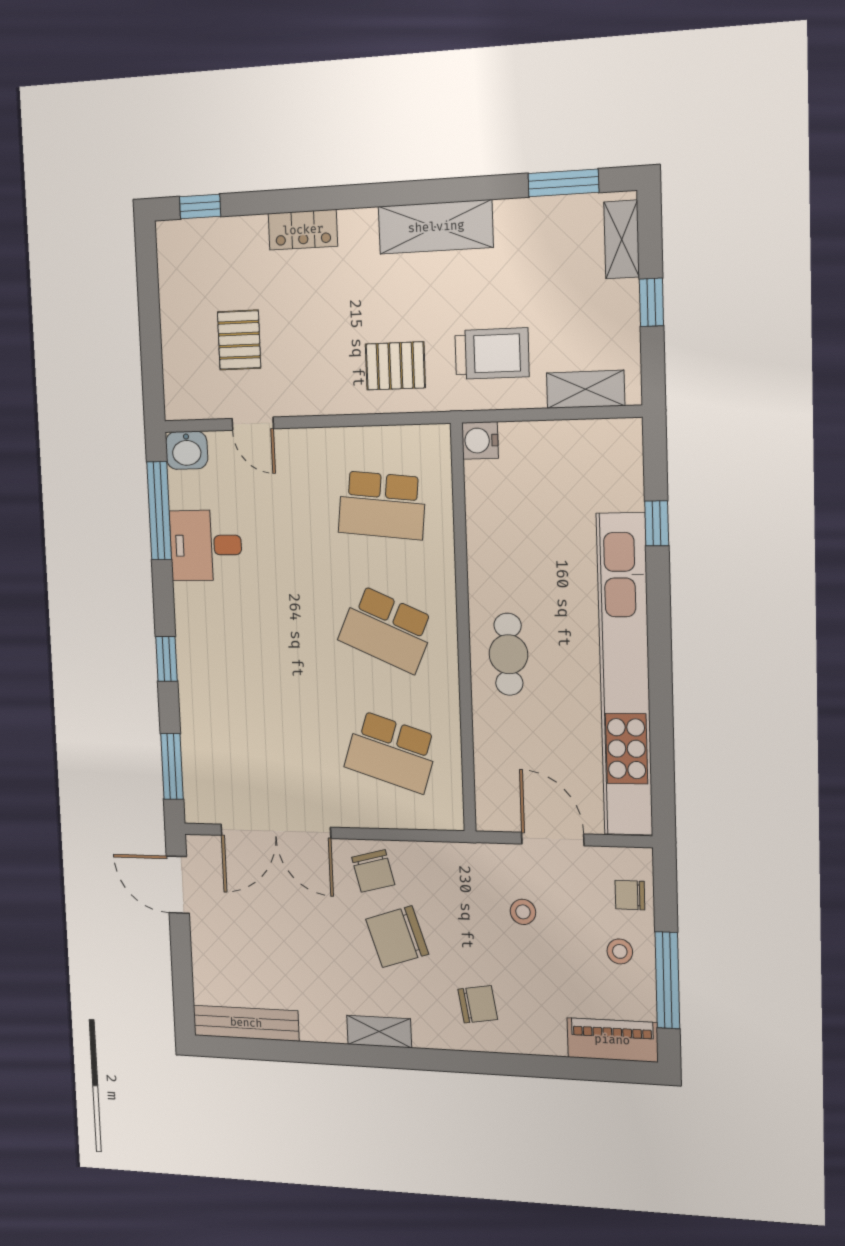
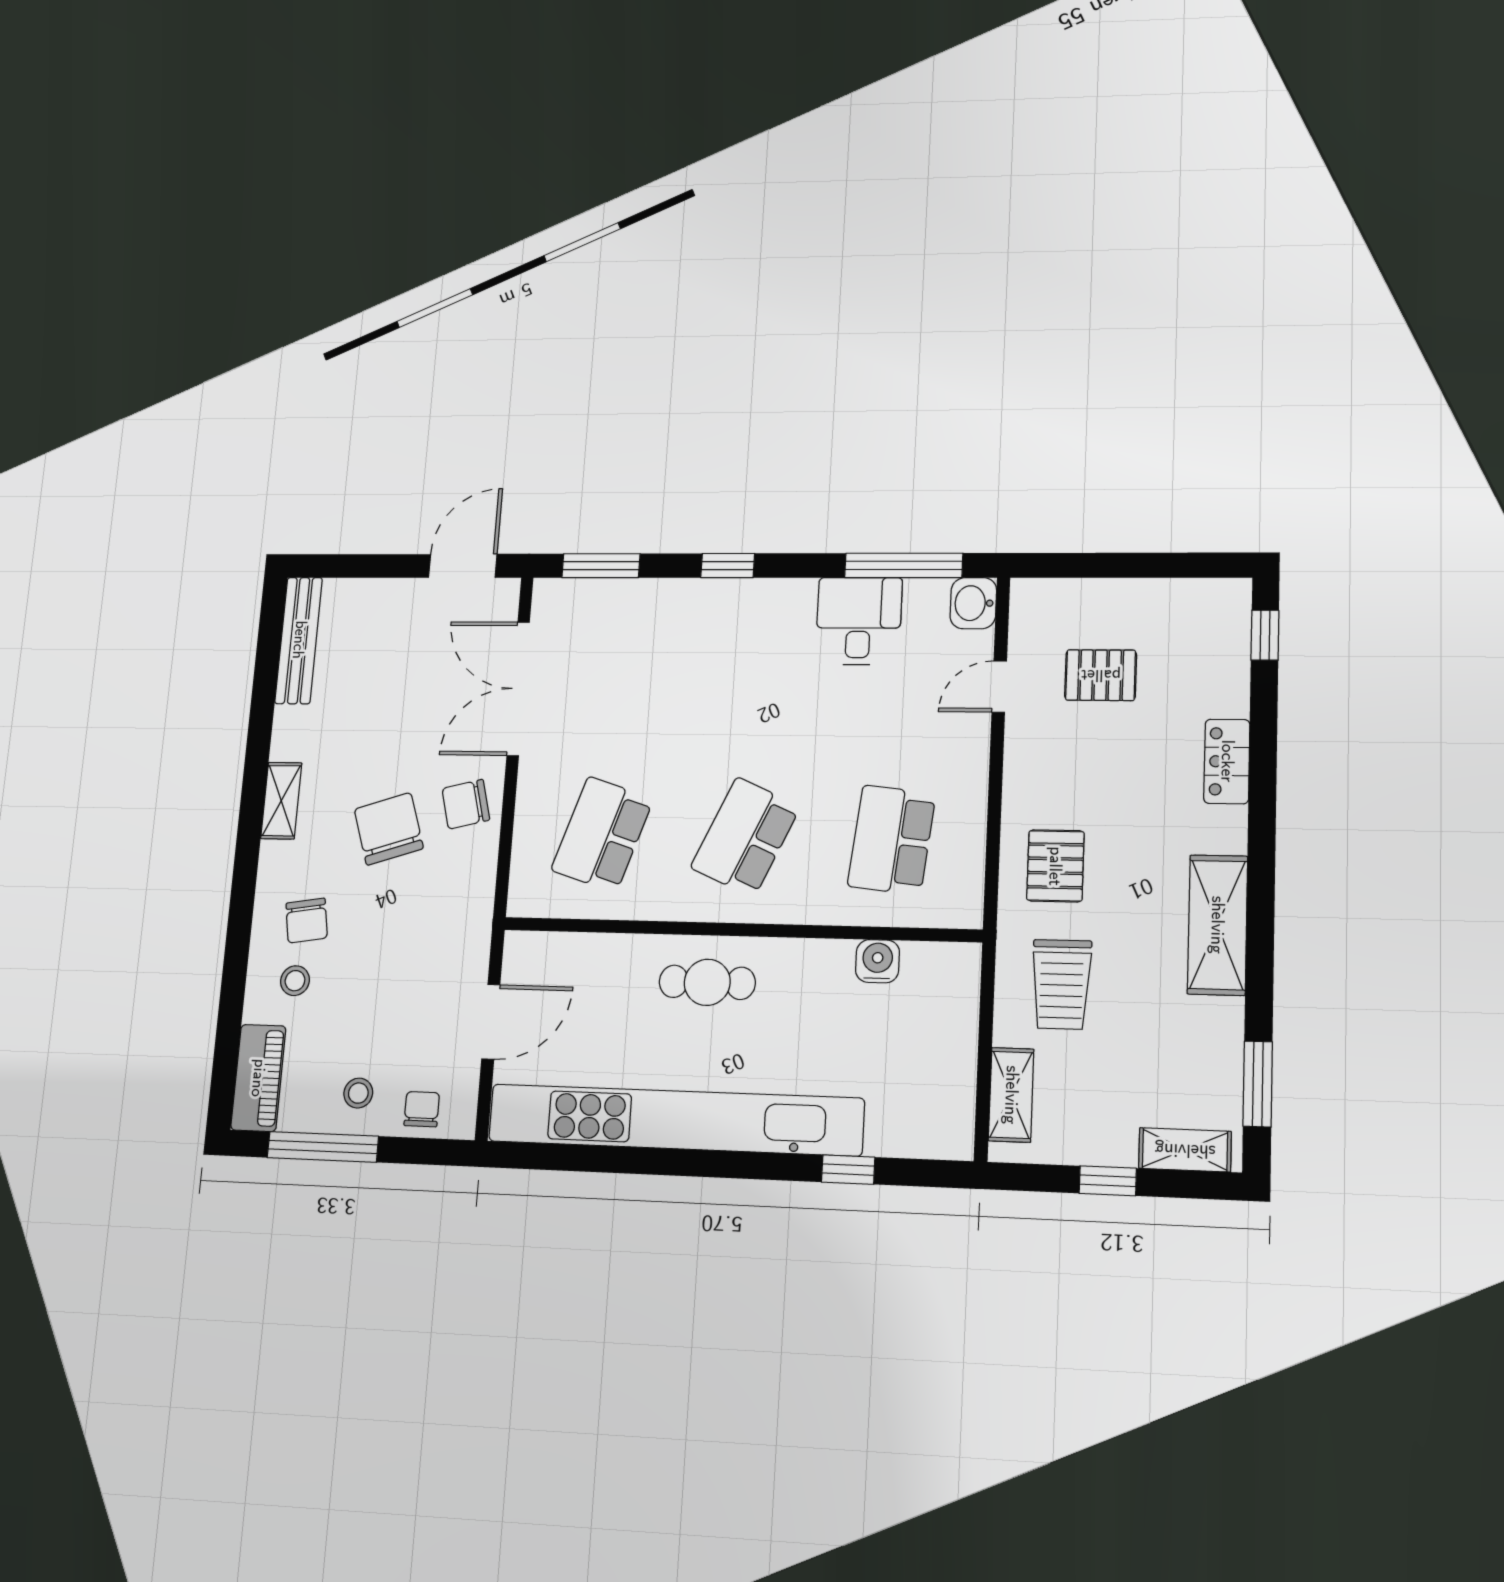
water cooler: (480, 440) -> (877, 961), moved
stool: (523, 912) -> (295, 981), moved

